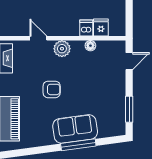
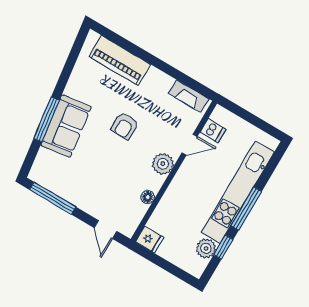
fridge: (101, 27) -> (150, 239), moved
dishwasher: (86, 28) -> (213, 131), moved
window: (129, 109) -> (53, 198), width x1.44

